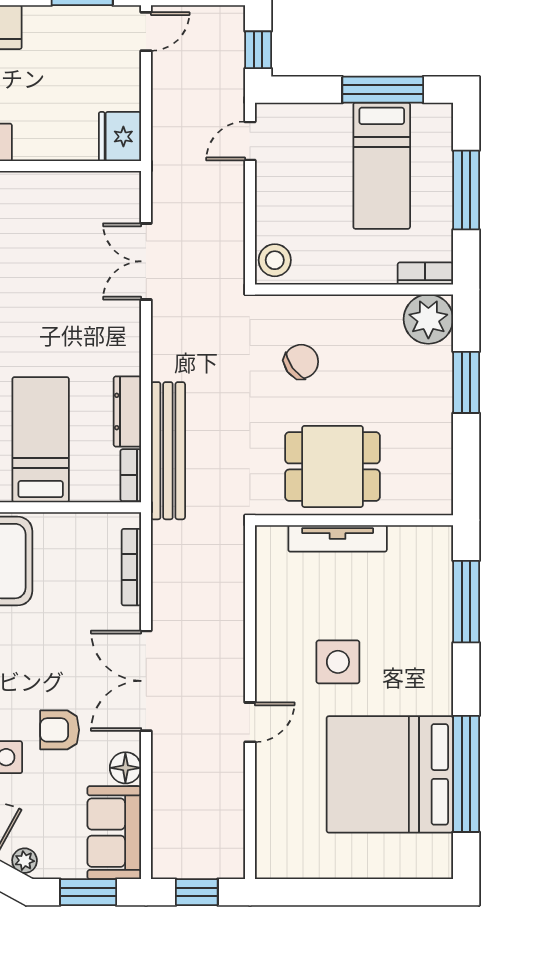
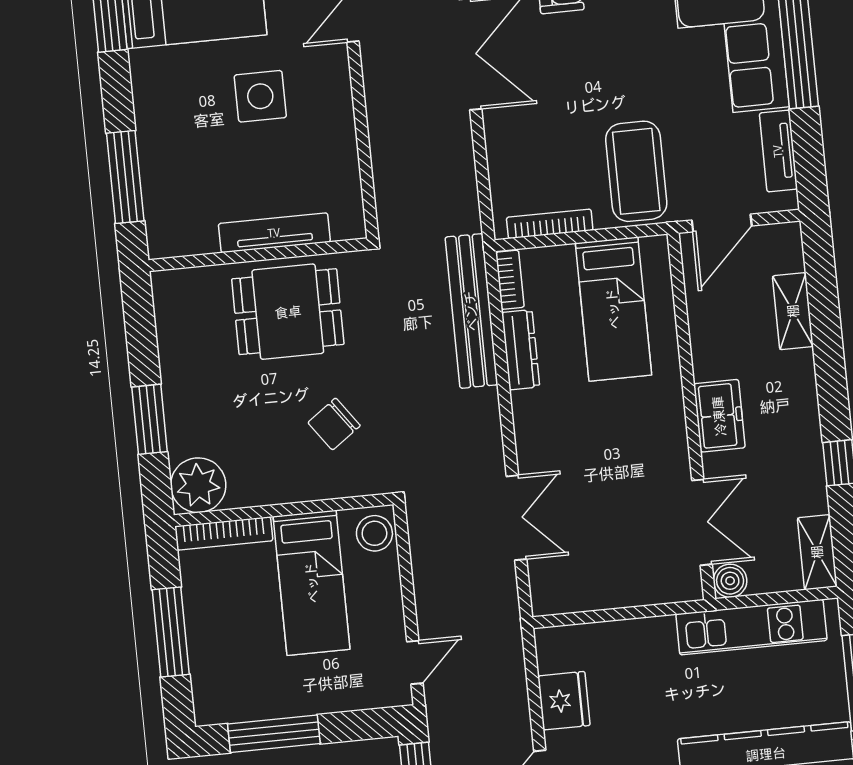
fridge: (120, 137) -> (564, 701), moved
bed: (382, 166) -> (312, 583), moved, turned 180
bookcase: (425, 273) -> (224, 533), width x1.56
bookcase: (131, 567) -> (550, 224), moved, turned -90

